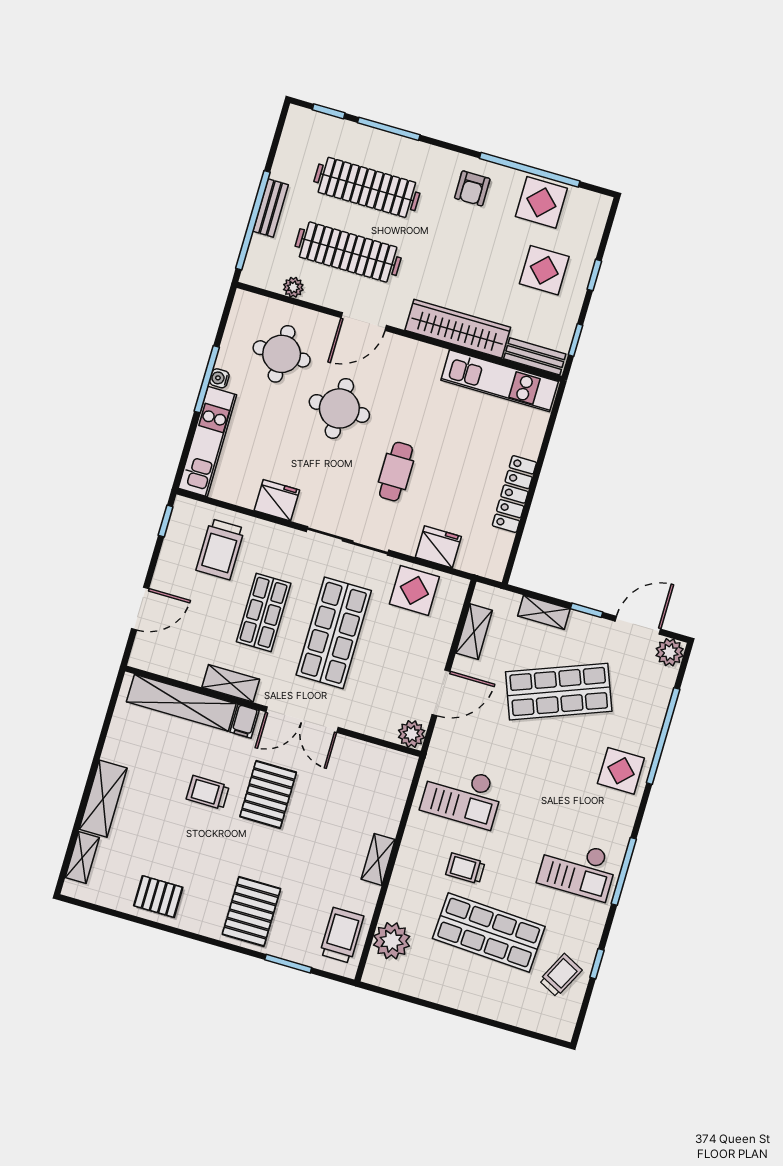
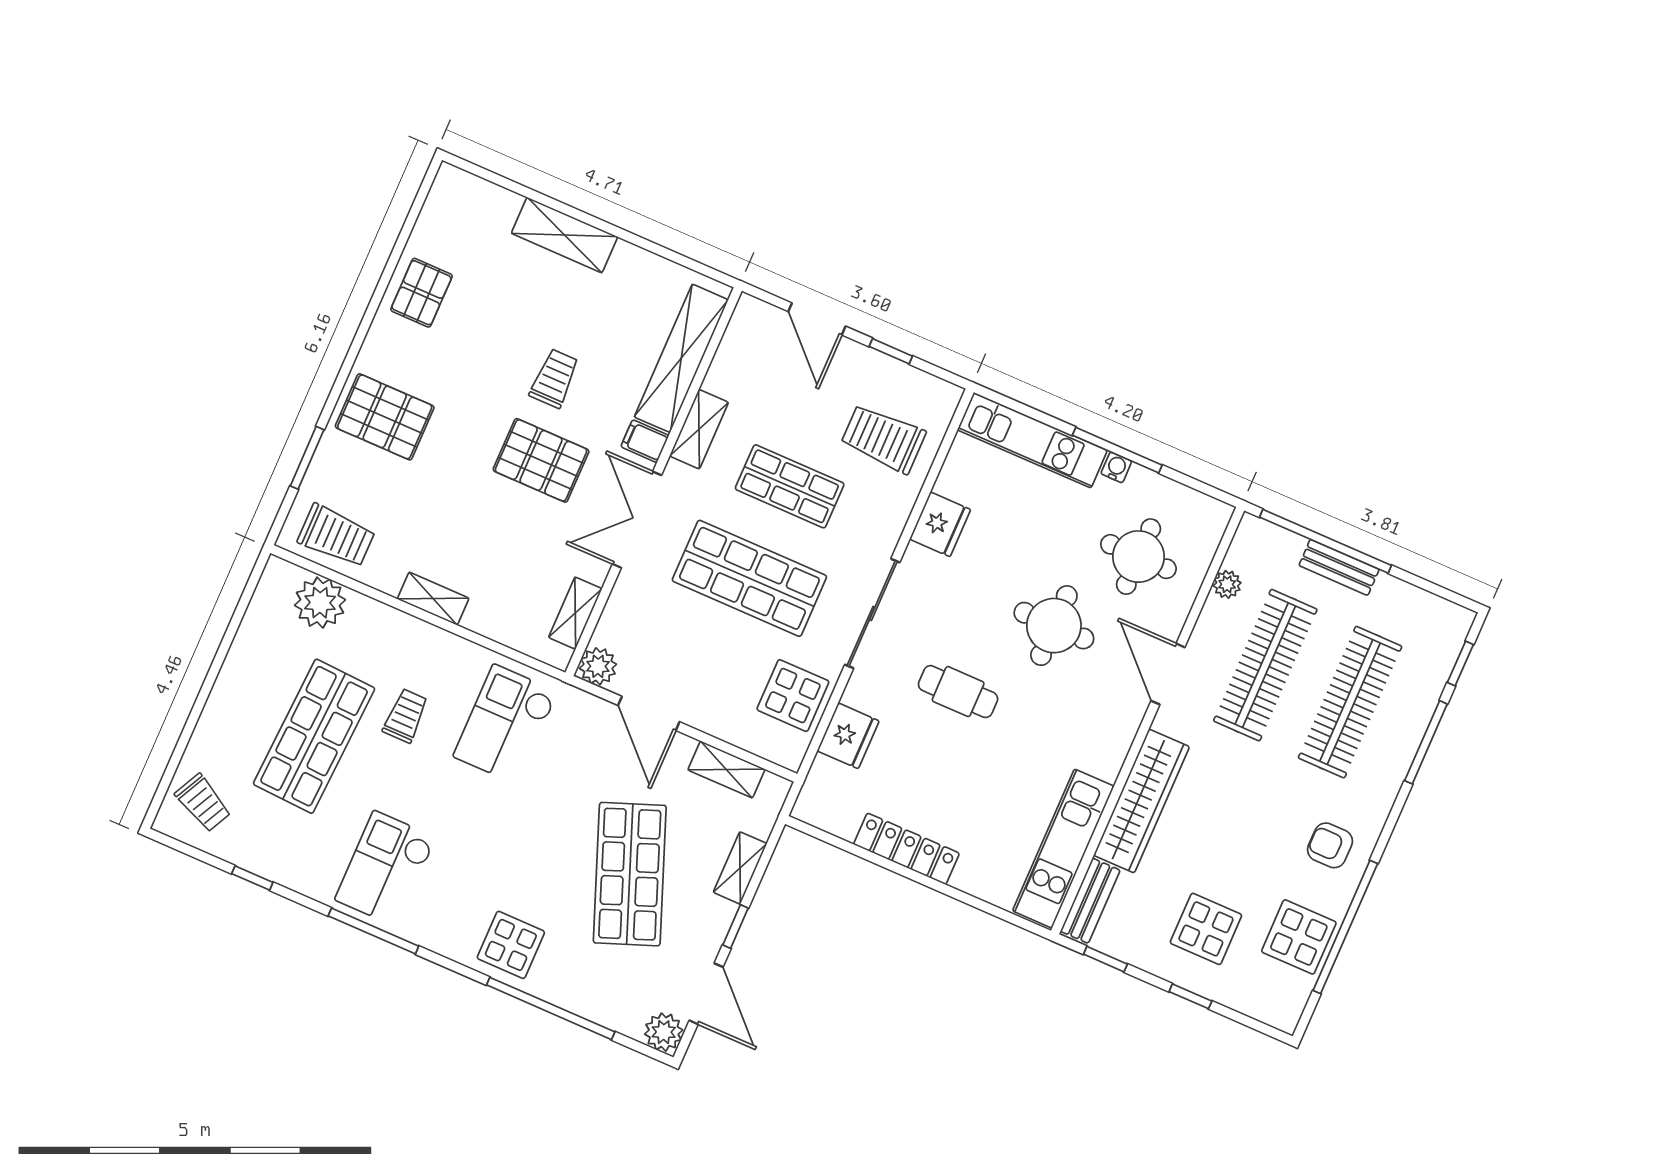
window: (166, 521) -> (891, 351), moved
shelving: (82, 857) -> (575, 613), moved, turned 90
trolley: (561, 975) -> (203, 803), moved

